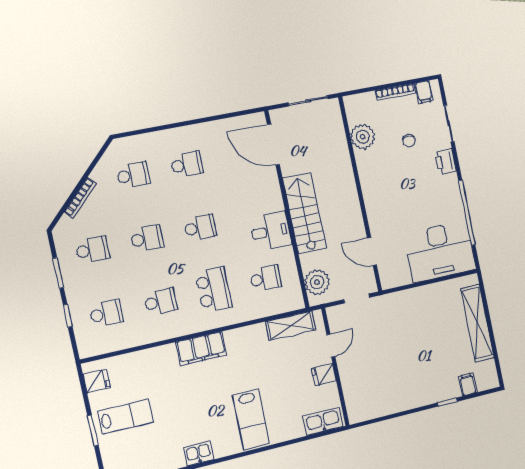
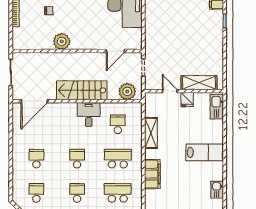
plant: (363, 137) -> (62, 41), moved
school desk: (160, 302) -> (118, 193), width x1.85
shelving: (291, 326) -> (151, 133), moved
shelving: (352, 386) -> (199, 83), added

